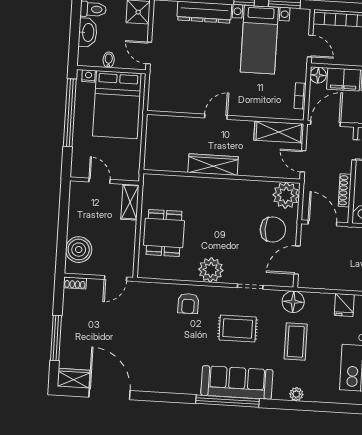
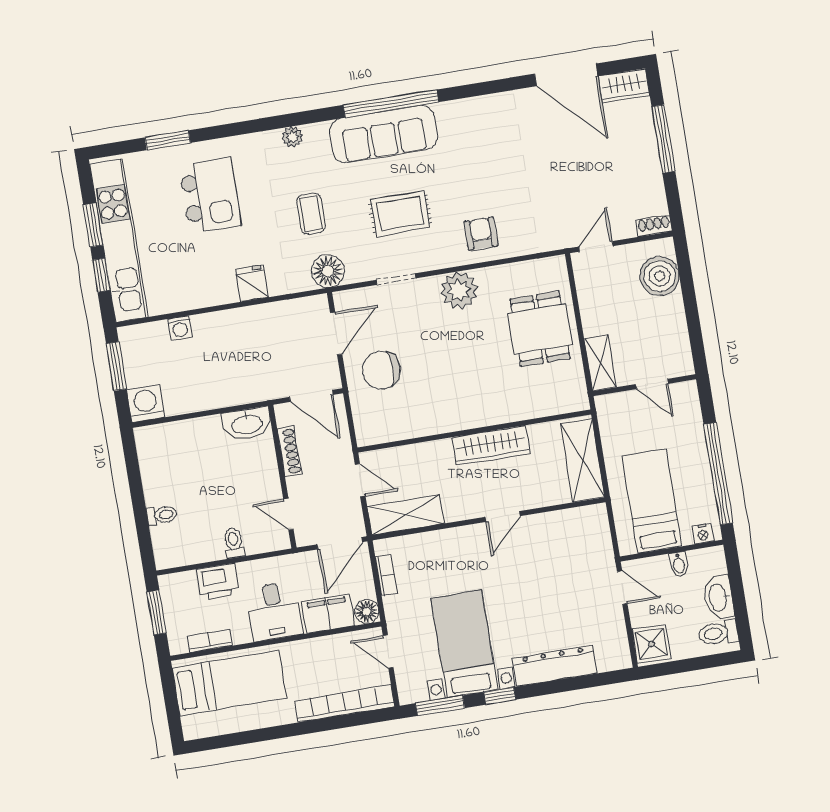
bed: (117, 105) -> (652, 501), width x0.67
shelving: (156, 141) -> (583, 460), added
plant: (286, 195) -> (374, 425), removed
coffee table: (296, 342) -> (311, 214), width x0.73, depth x0.77

